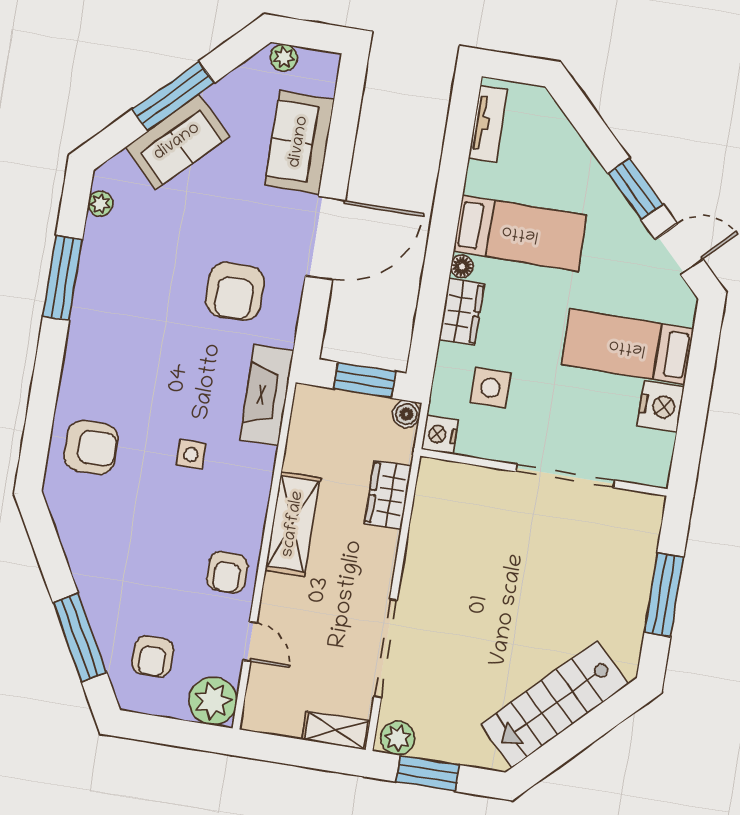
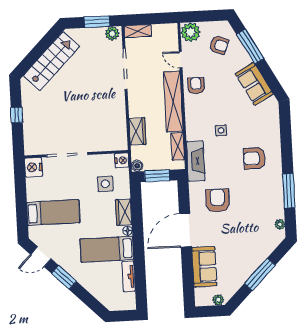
tv unit: (488, 124) -> (129, 276), moved
sofa: (177, 142) -> (254, 84), moved, turned -74
nightstand: (660, 406) -> (33, 167), moved
shelving: (301, 439) -> (178, 146), added
armchair: (91, 447) -> (255, 158), moved
shelving: (293, 524) -> (173, 101), width x1.47
window: (664, 595) -> (17, 115), width x0.46
armchair: (153, 656) -> (219, 45), turned 111

